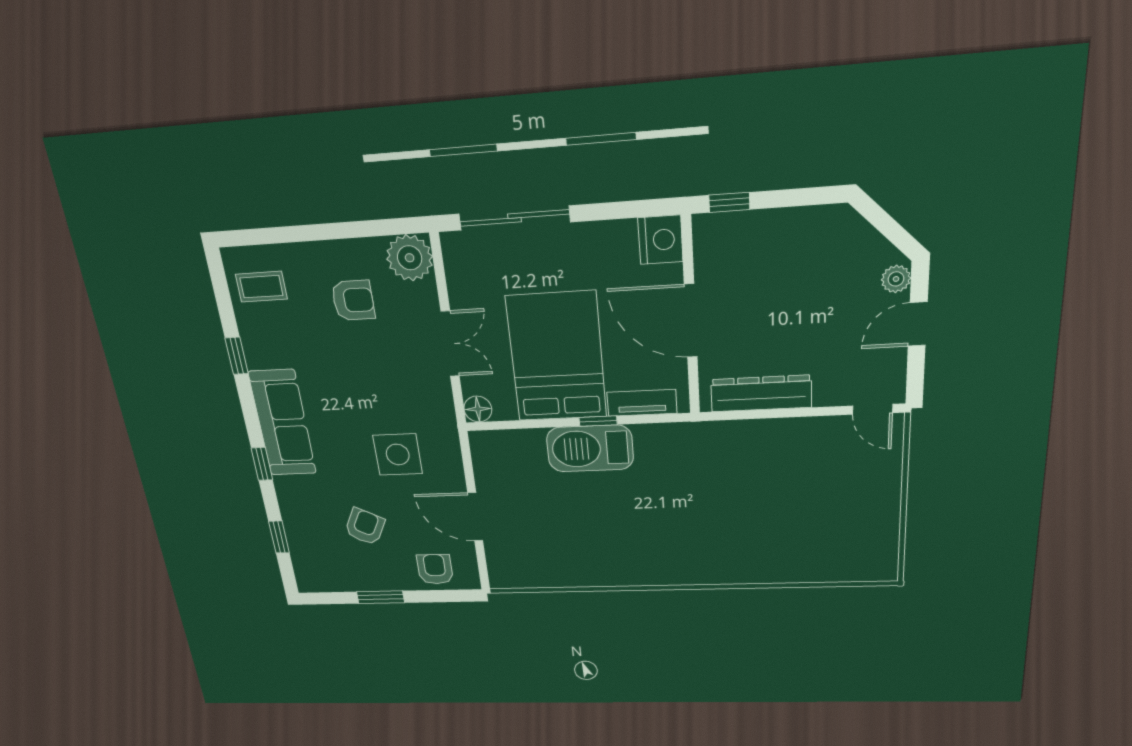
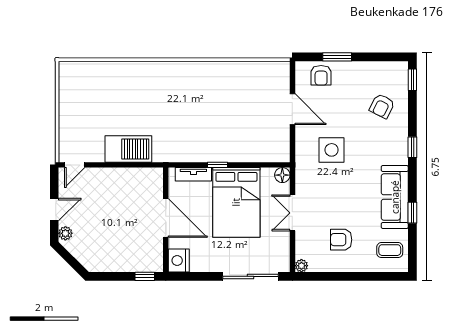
plant: (410, 258) -> (301, 266), width x0.53, depth x0.53
dresser: (761, 393) -> (131, 177), removed
door: (873, 409) -> (75, 165), swing flipped
sofa: (282, 423) -> (395, 197), moved
barbecue: (590, 449) -> (128, 149), moved
armchair: (365, 527) -> (382, 106), moved
window: (279, 537) -> (412, 80), moved
window: (381, 597) -> (337, 57), moved

